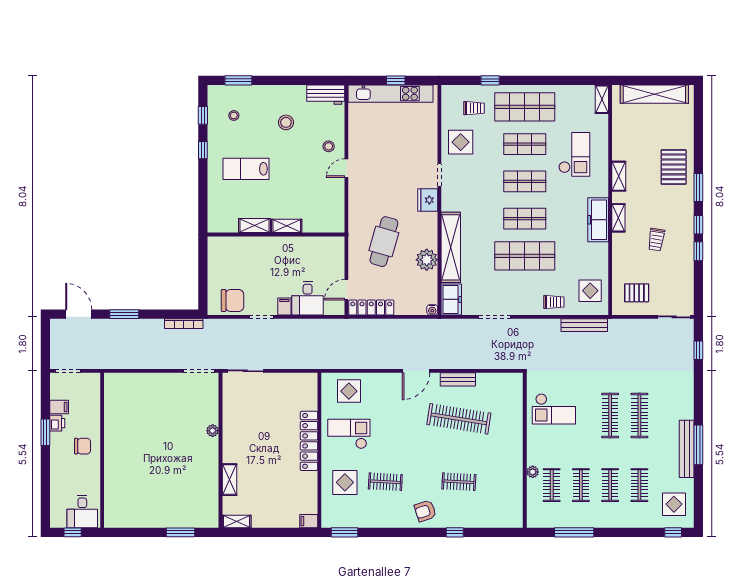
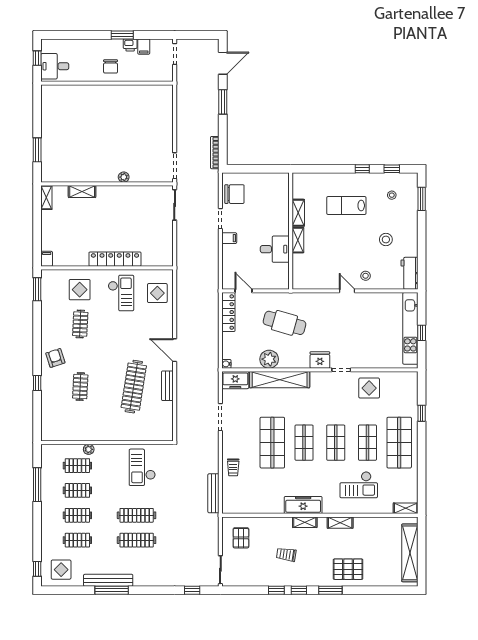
trolley: (474, 108) -> (398, 399), removed
lab bench: (246, 169) -> (346, 205), turned -90
display table: (590, 291) -> (243, 498), removed
desk: (308, 298) -> (275, 249), moved, turned 180
chair: (233, 300) -> (234, 194), turned -90

